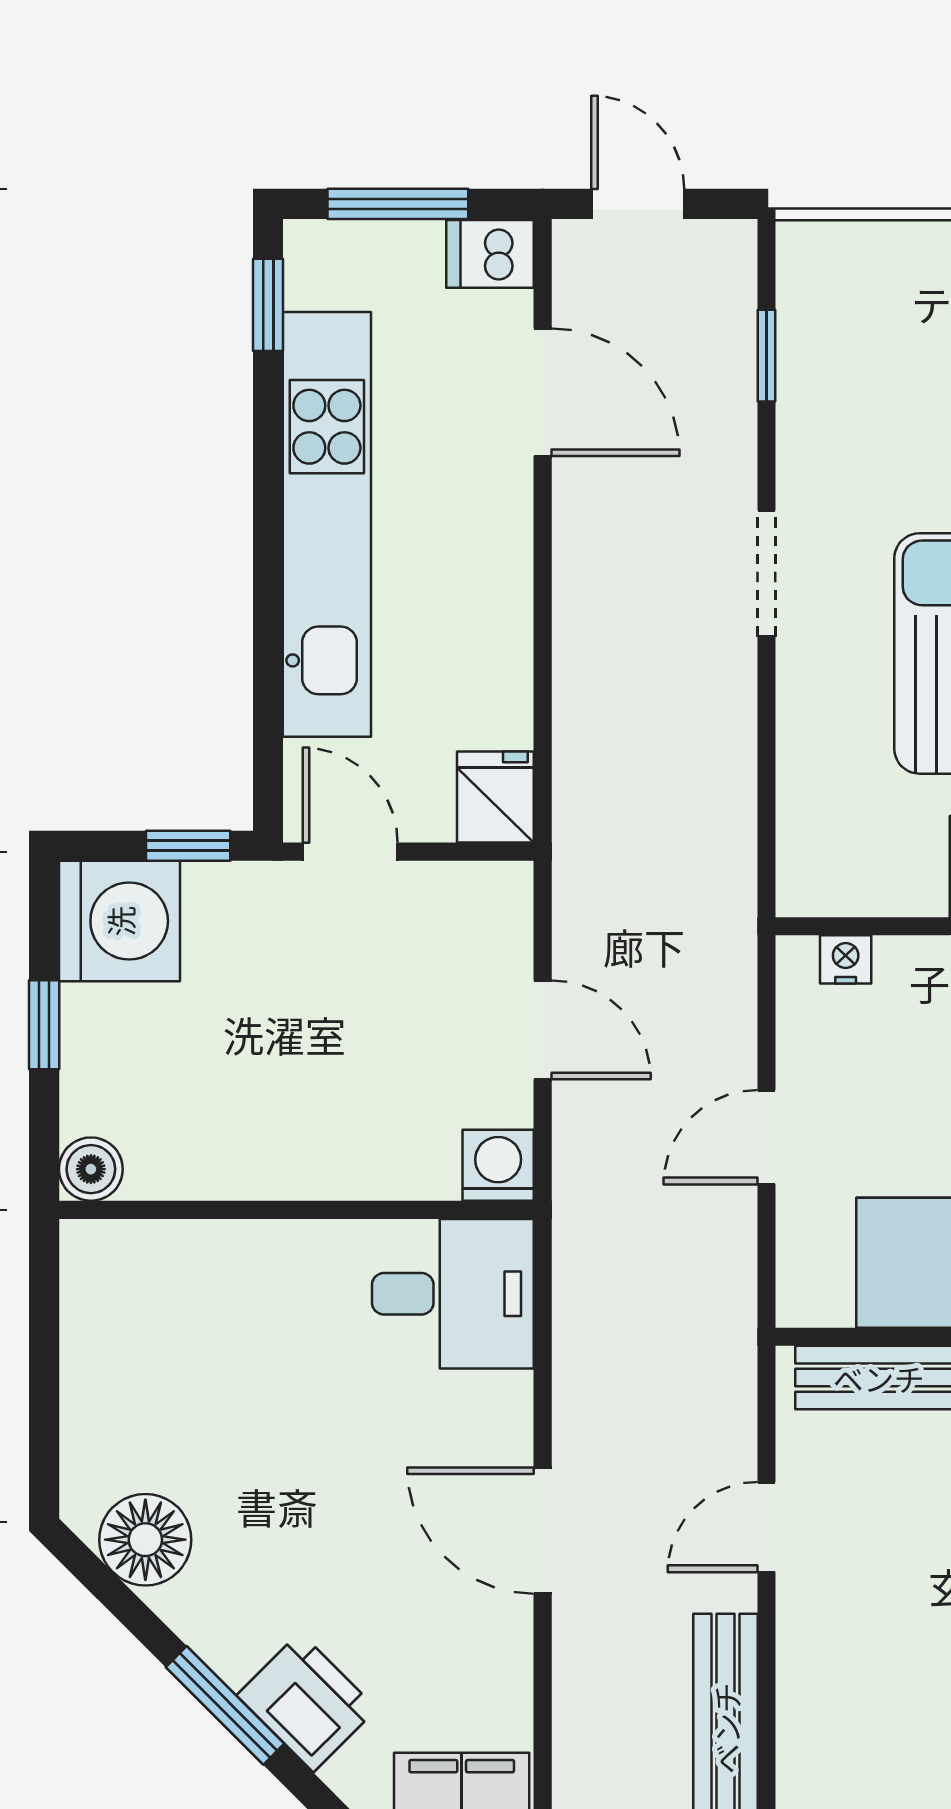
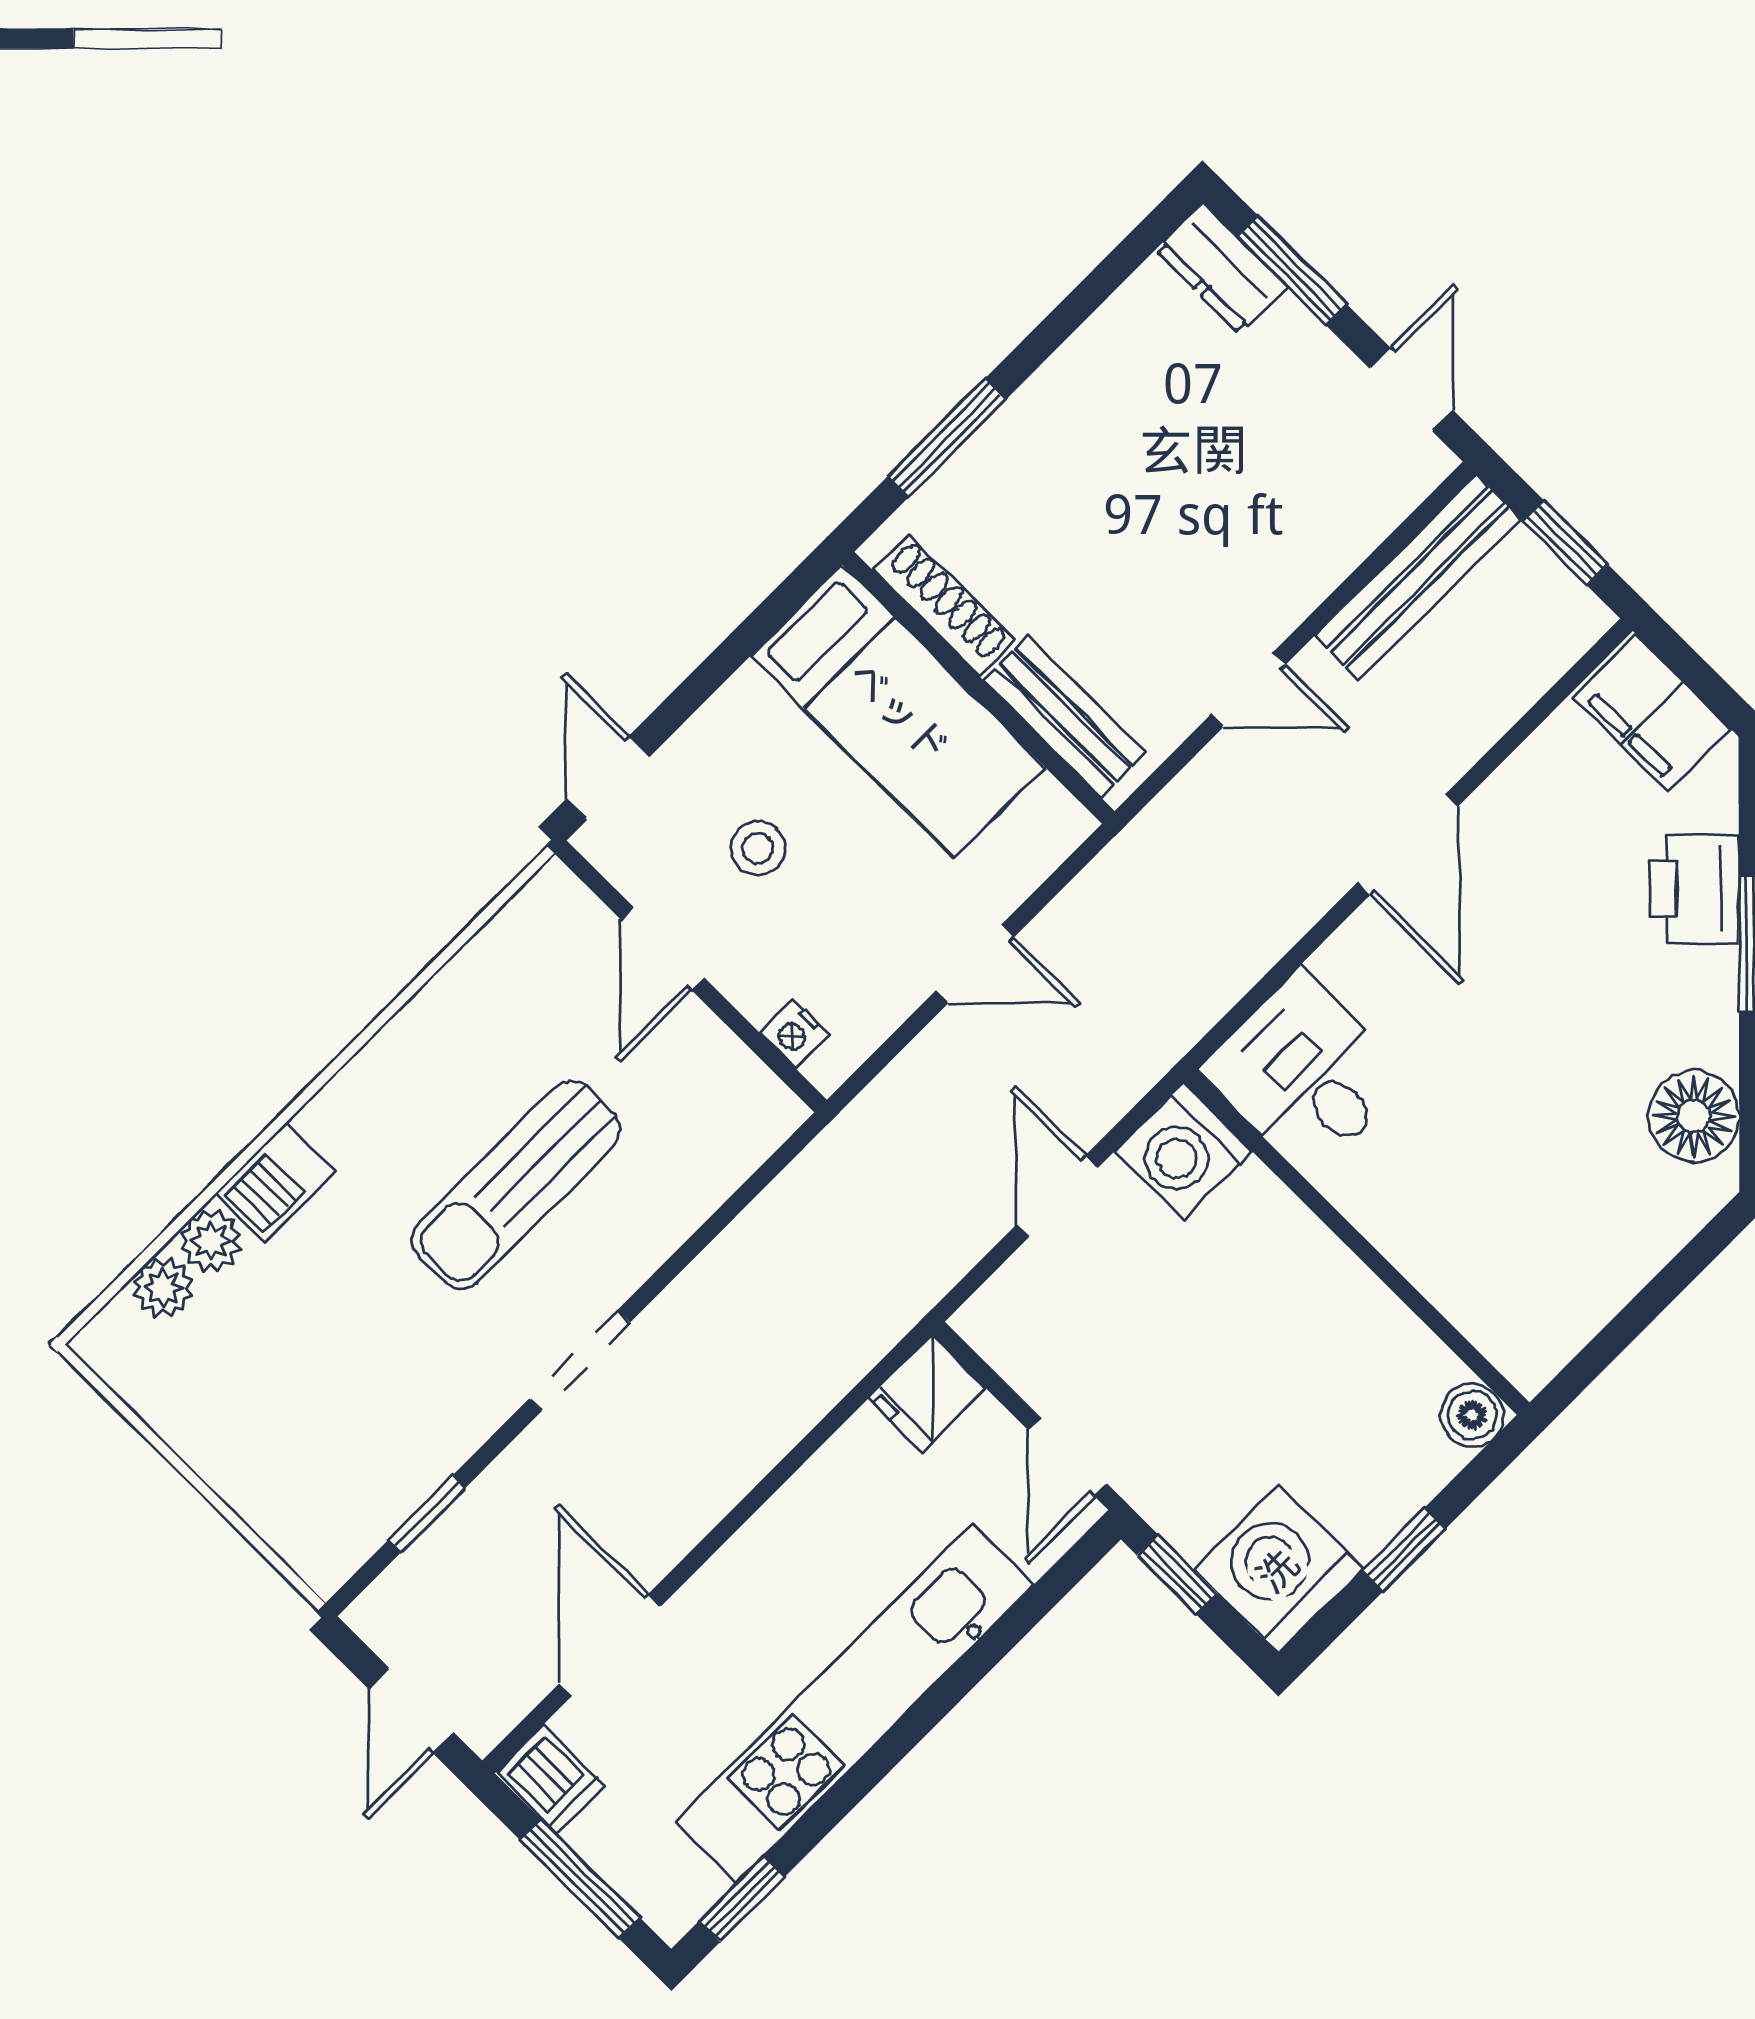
washing machine: (498, 1165) -> (1183, 1151), width x1.38, depth x1.38

